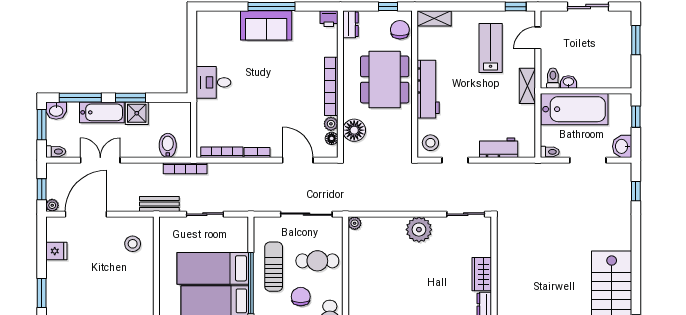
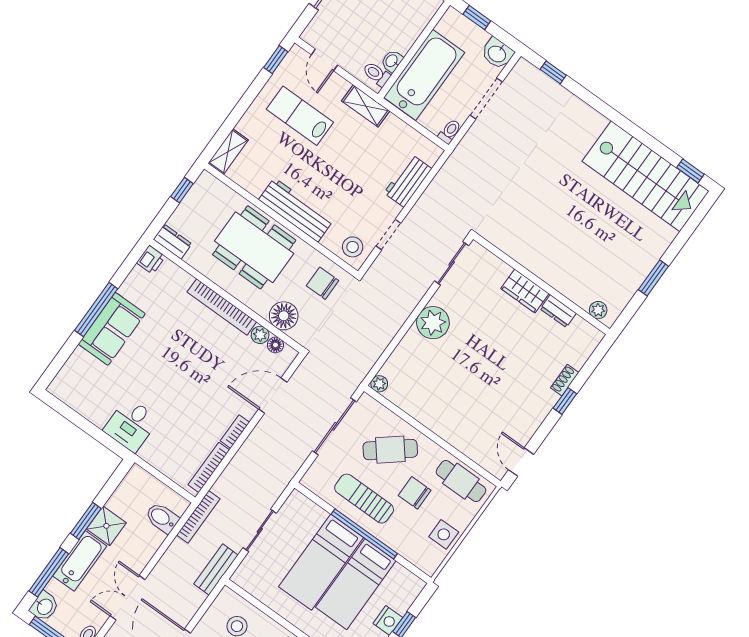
chair: (400, 30) -> (323, 283), moved
cafe table: (317, 261) -> (390, 450), turned 51

